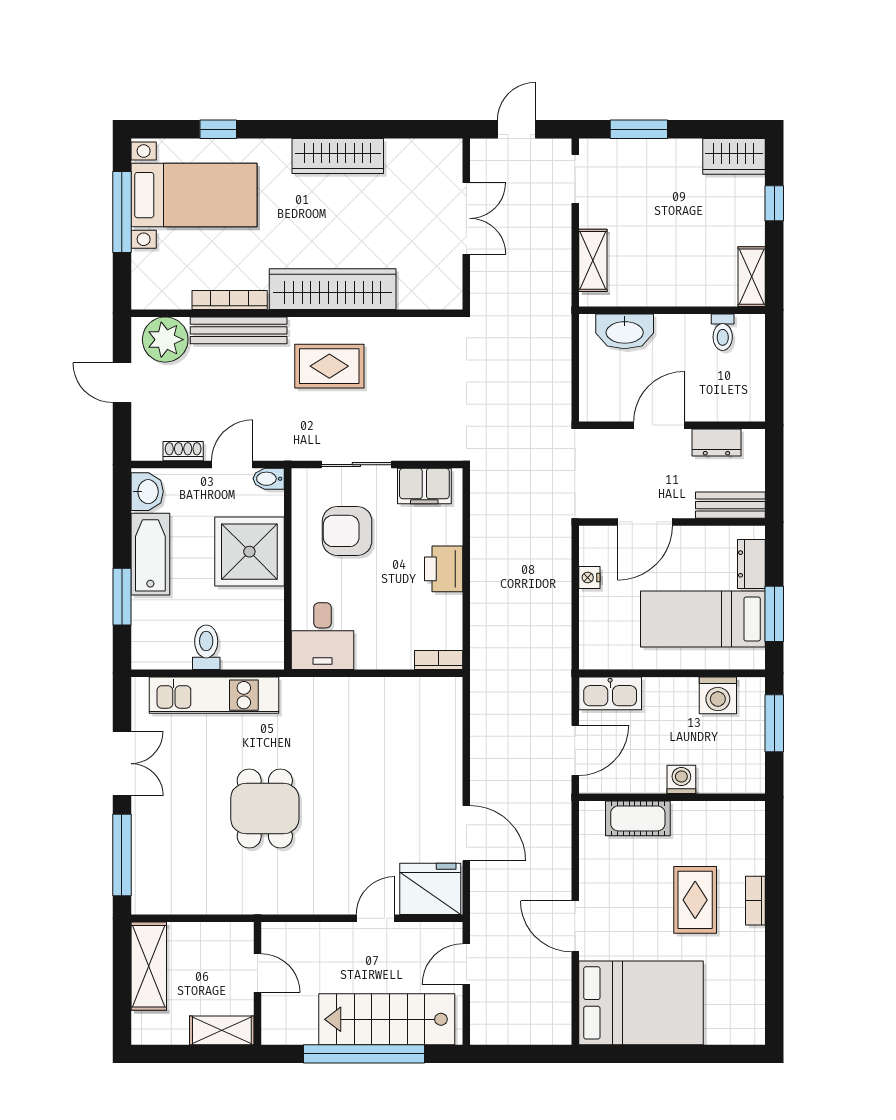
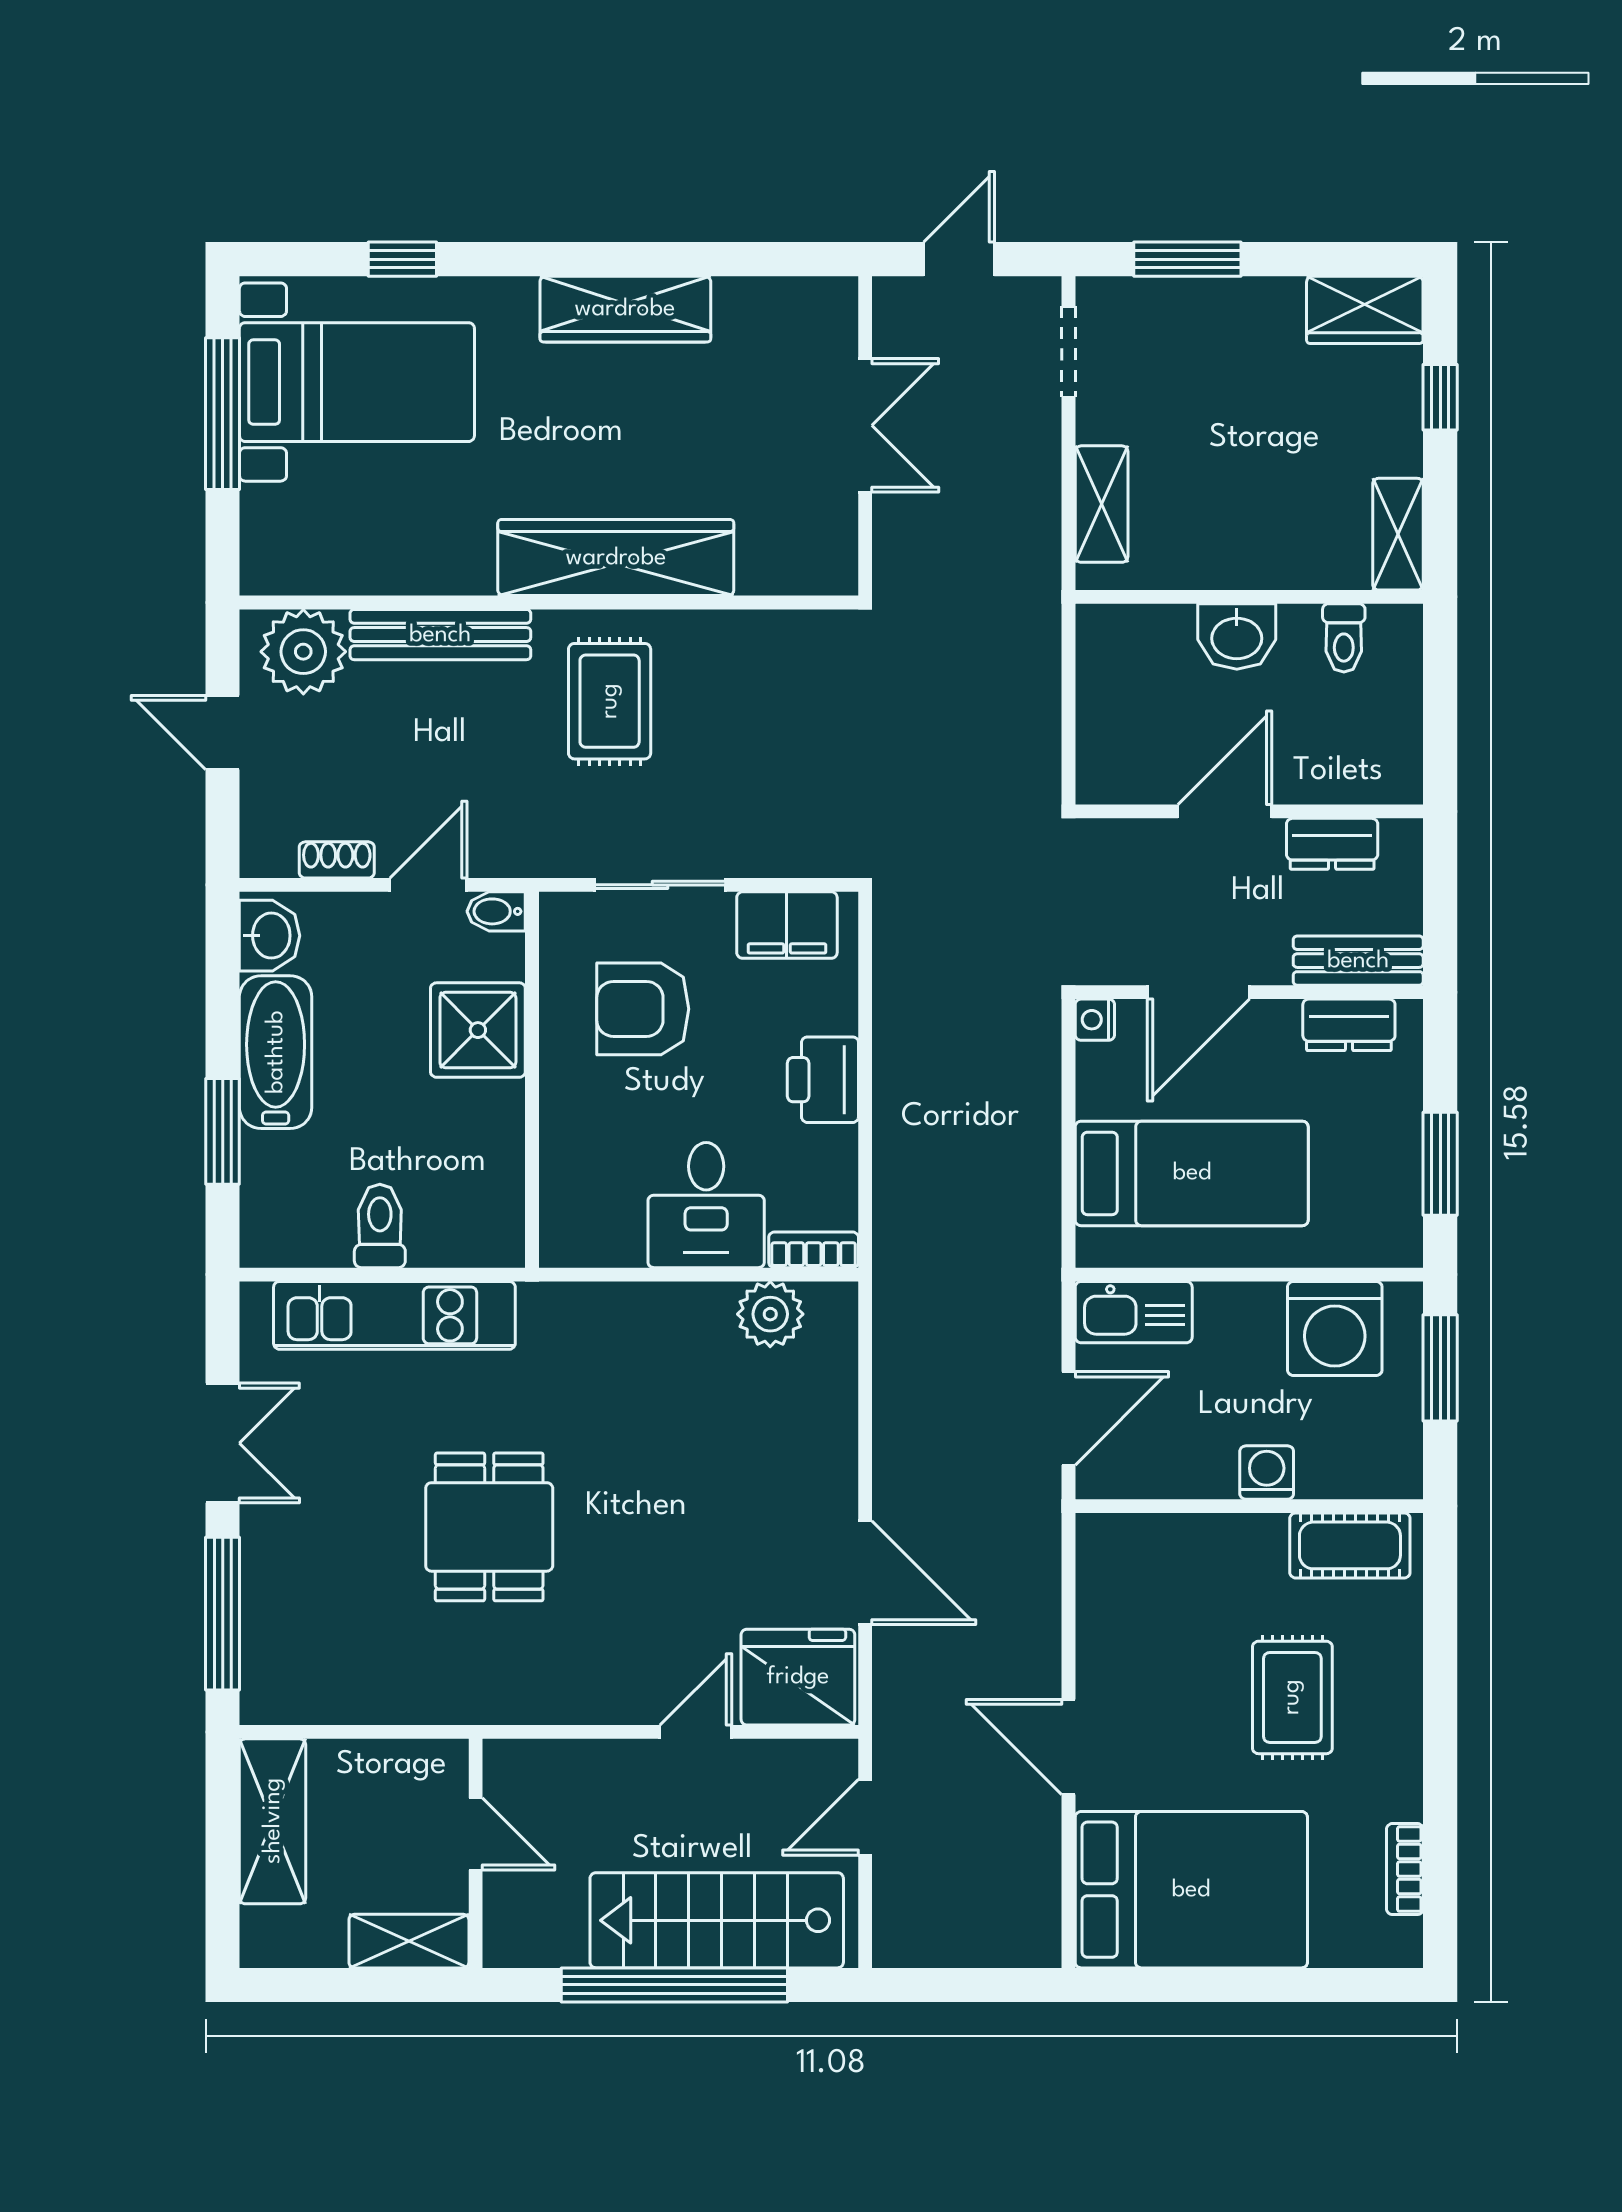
bookcase: (230, 300) -> (423, 578), removed
washbasin: (625, 331) -> (1237, 636), moved, width x0.72
rug: (329, 366) -> (610, 701), turned 90
shower: (249, 552) -> (478, 1030), width x0.73, depth x0.73
dresser: (751, 564) -> (1349, 1025), moved, turned -90
nightstand: (589, 578) -> (1095, 1020), moved
bed: (703, 619) -> (1192, 1173), moved, turned 180
desk: (323, 636) -> (706, 1205), moved
plant: (415, 694) -> (770, 1314), added
washing machine: (718, 695) -> (1335, 1328), width x1.37, depth x1.37
cot: (638, 818) -> (1350, 1545), moved
bookcase: (755, 901) -> (1405, 1869), moved

